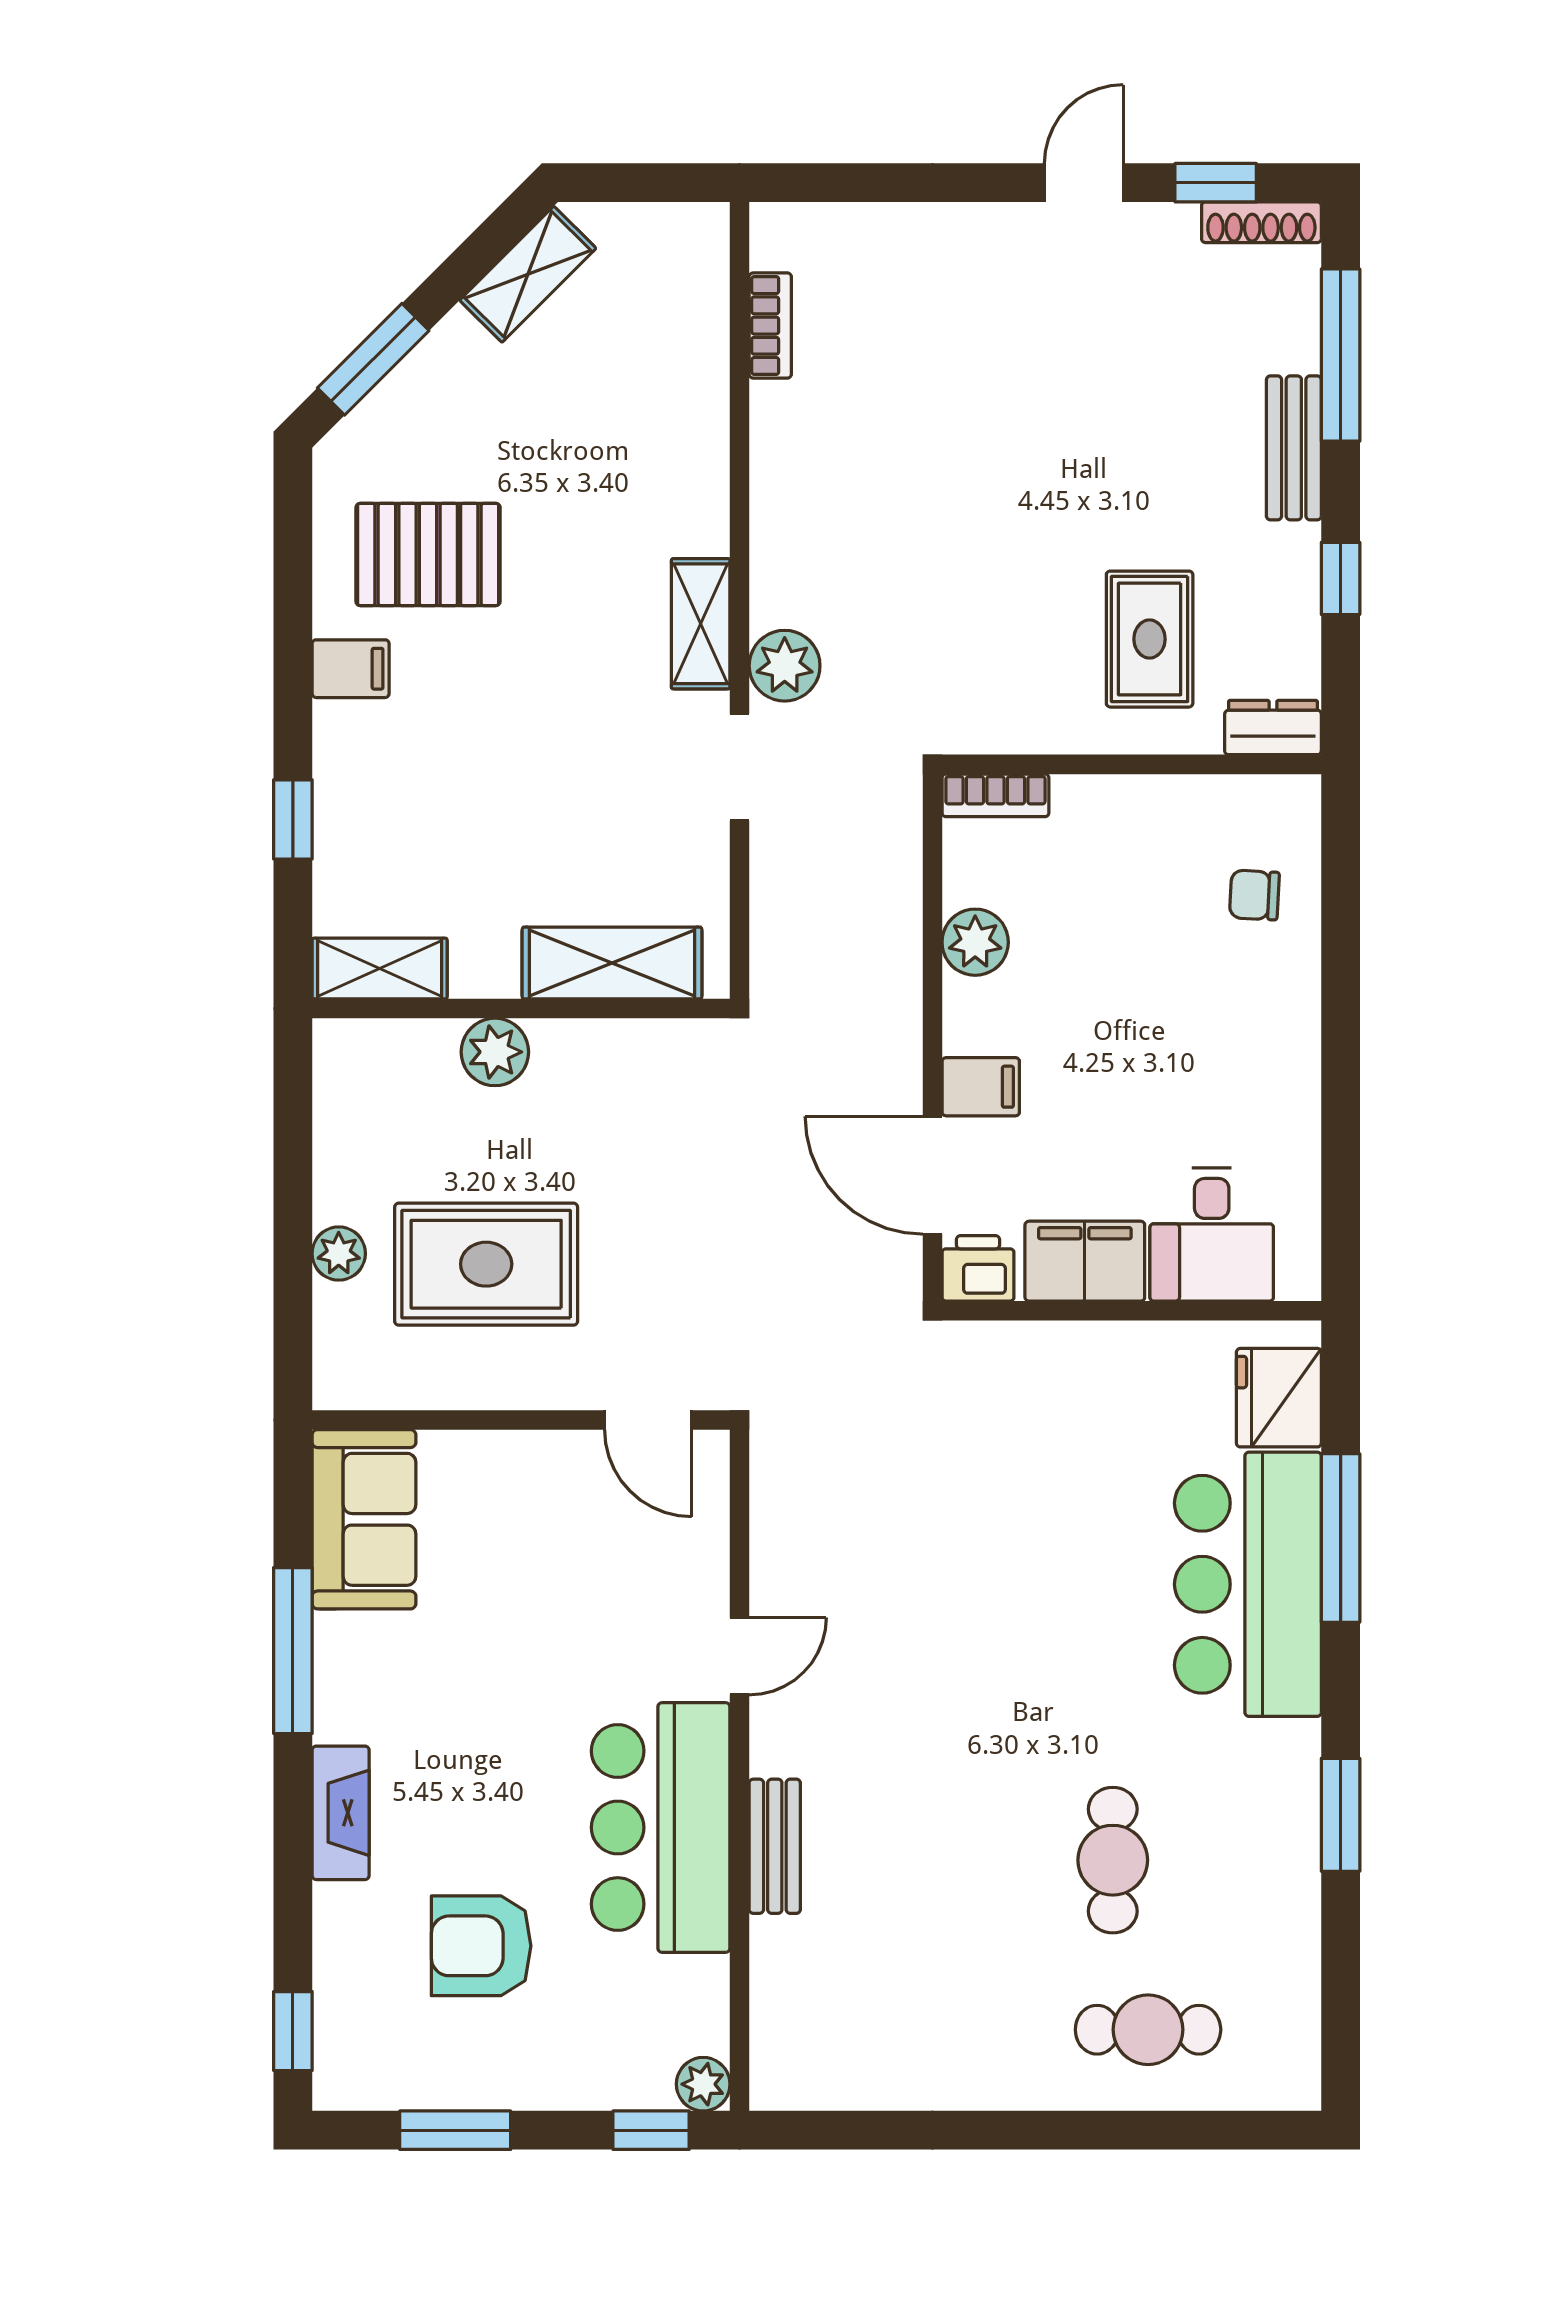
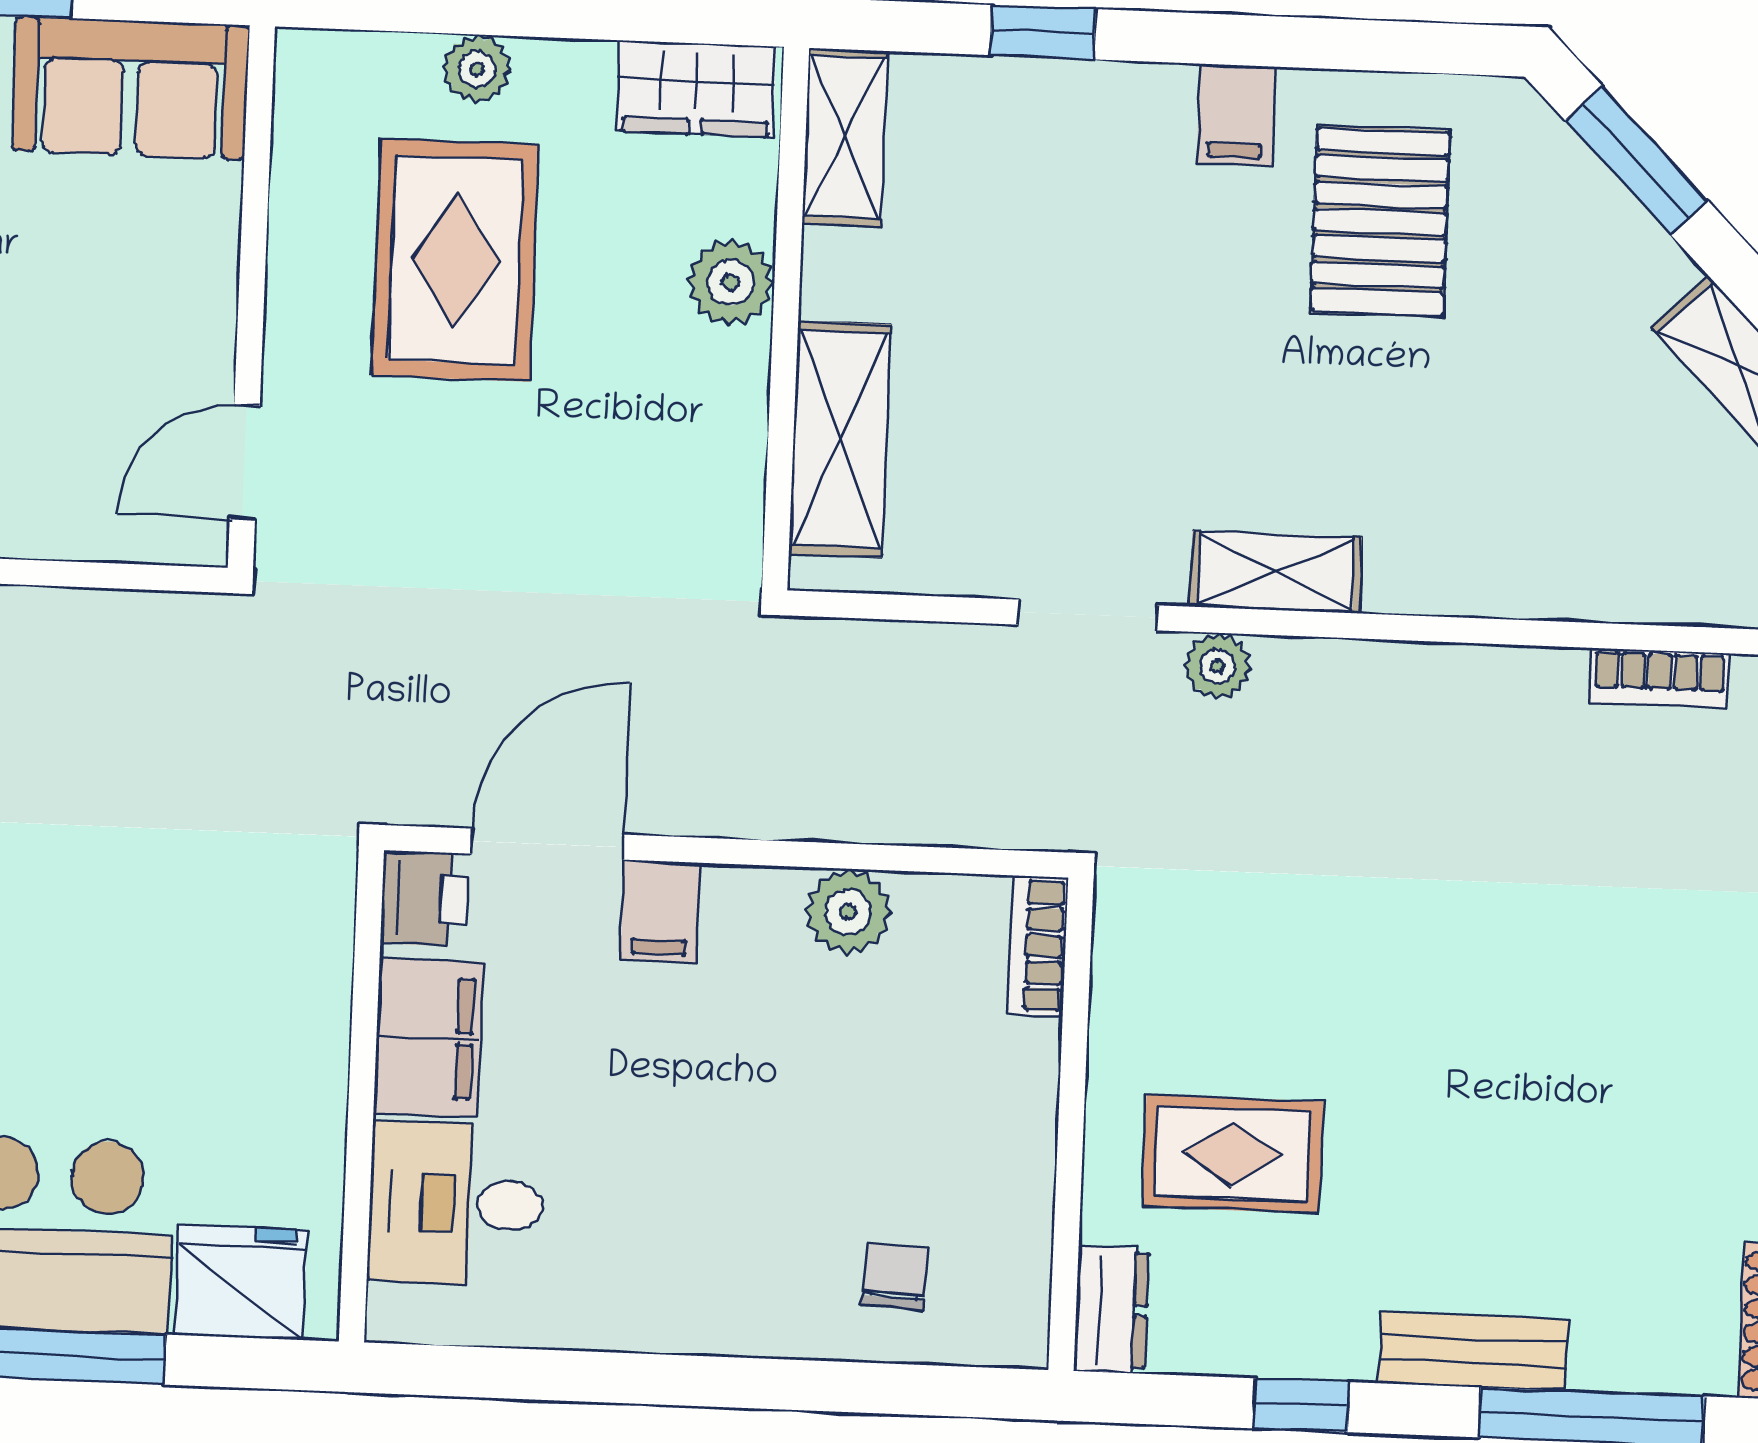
plant: (785, 666) -> (1218, 666), width x0.73, depth x0.73
wardrobe: (347, 1084) -> (696, 89), added

